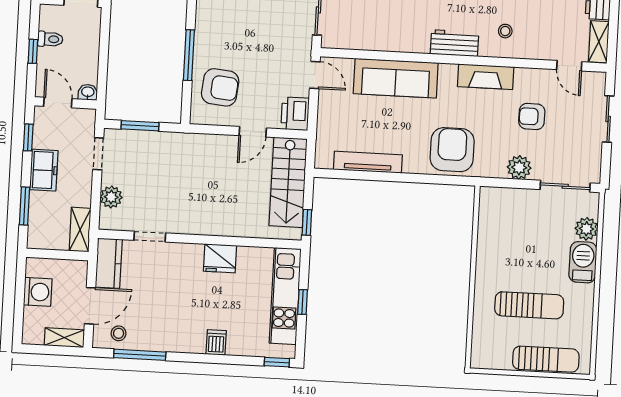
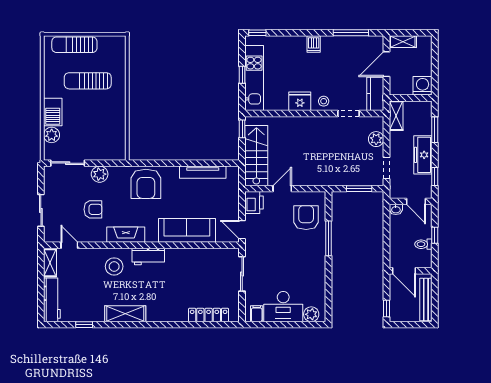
stool: (505, 31) -> (114, 266), width x1.89, depth x1.89
armchair: (220, 87) -> (306, 218), turned 84
freezer: (44, 170) -> (423, 155), width x1.40
washing machine: (38, 292) -> (423, 86), moved, turned 90
stool: (119, 333) -> (324, 101), moved
dishwasher: (216, 342) -> (314, 44), moved

